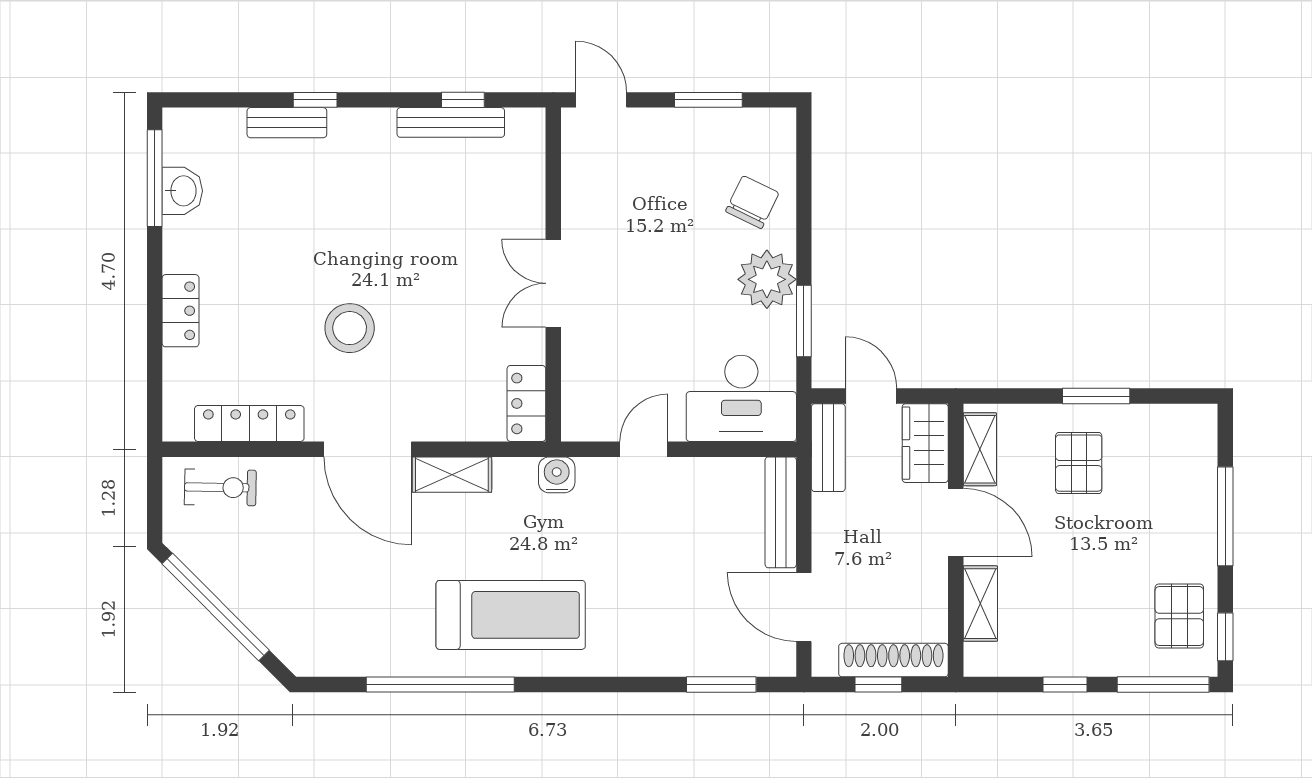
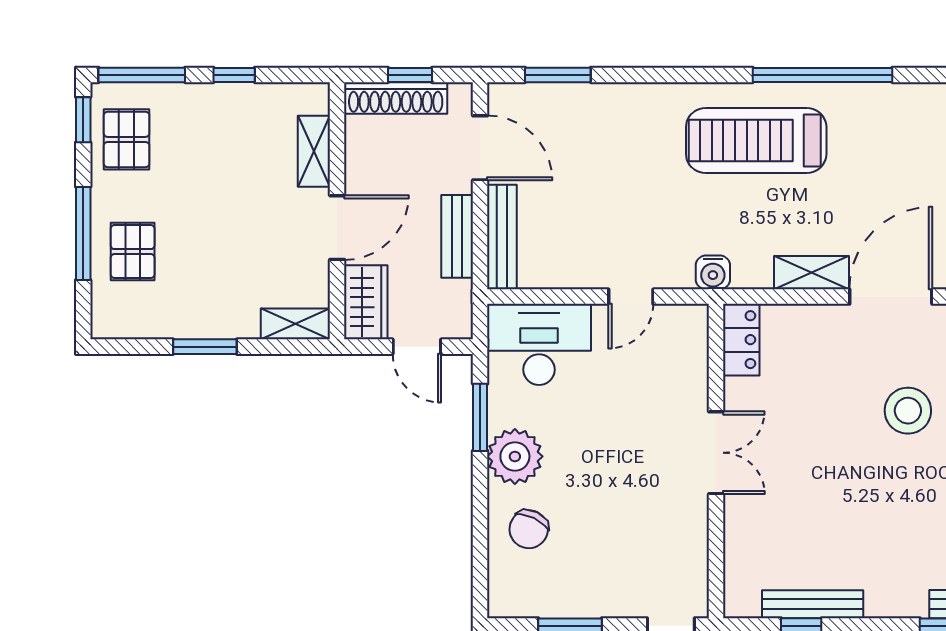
bench: (828, 448) -> (457, 236), moved
door: (368, 449) -> (891, 297), hinge flipped
shelving: (980, 449) -> (295, 324), moved, turned 90
pallet: (1079, 463) -> (133, 252), moved
door: (956, 522) -> (337, 228), swing flipped

